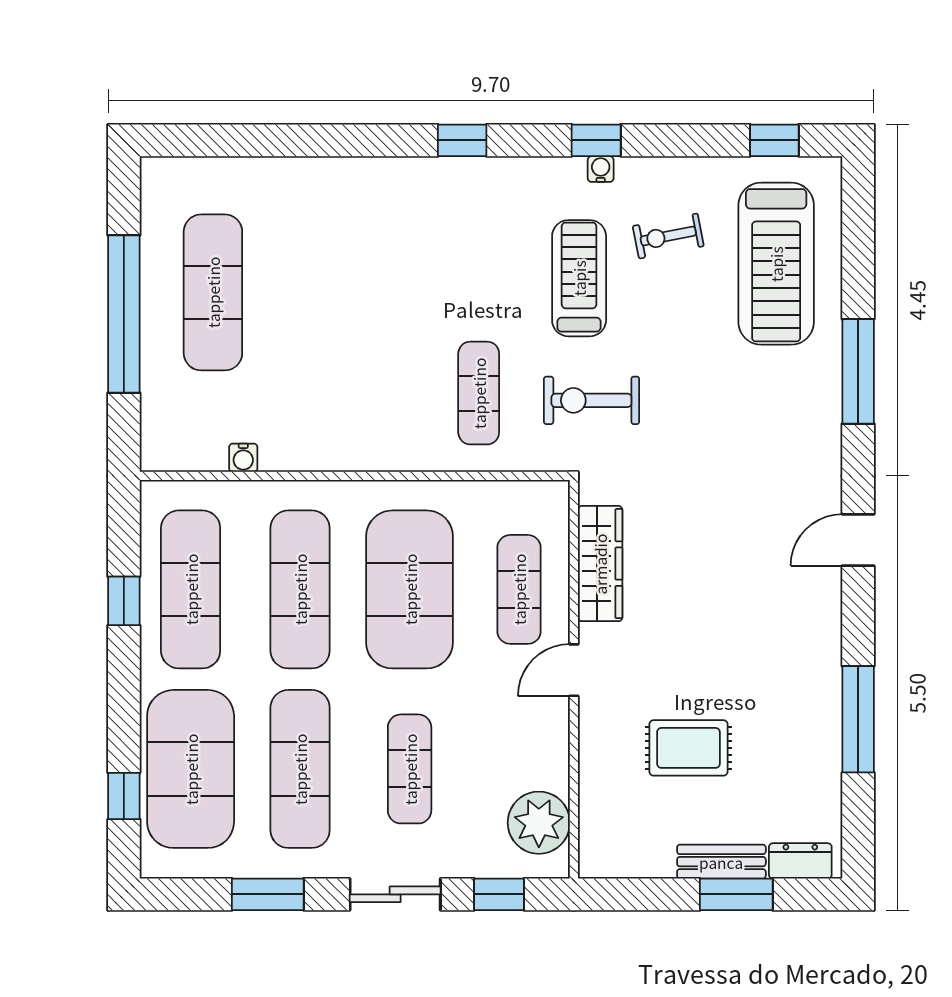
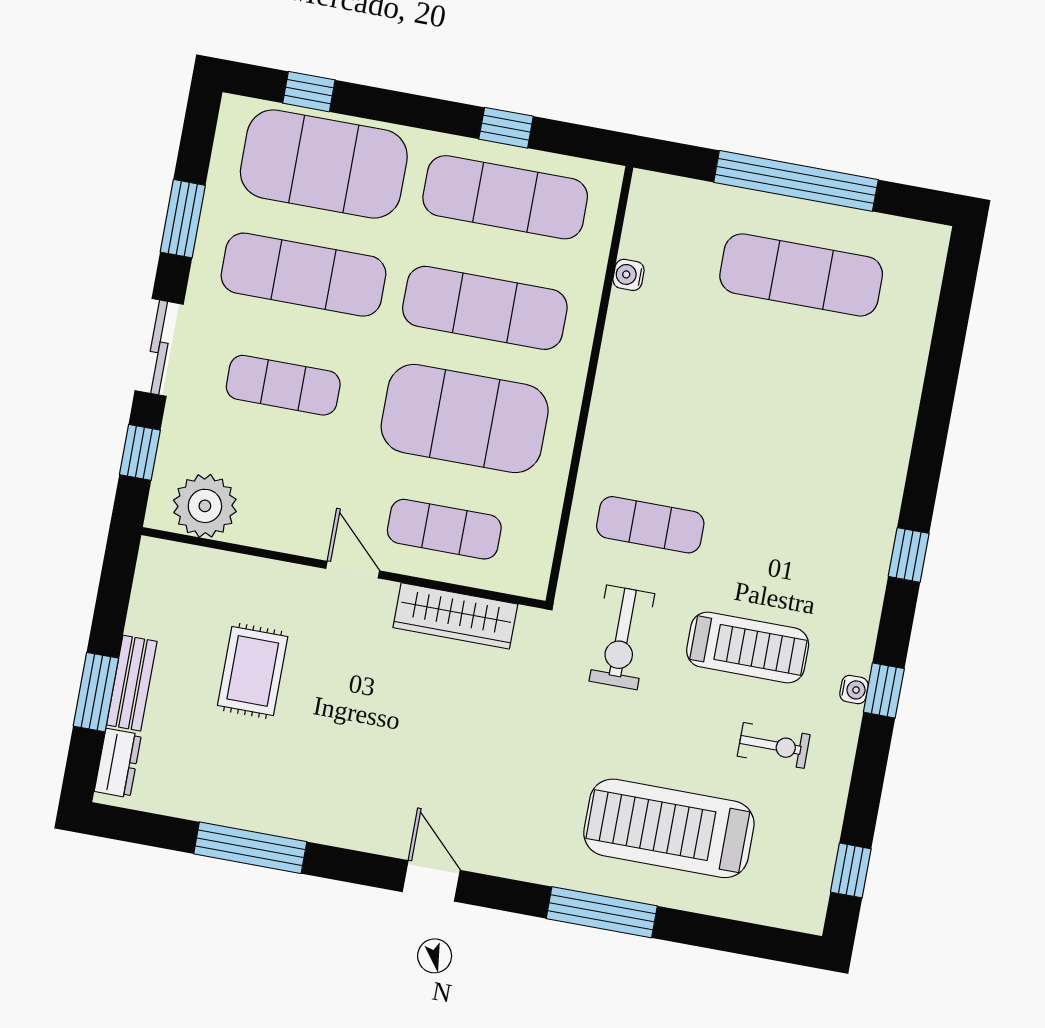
exercise bike: (668, 236) -> (774, 745), turned 101
treadmill: (776, 264) -> (669, 828), moved
exercise bike: (591, 400) -> (622, 637), turned 180

